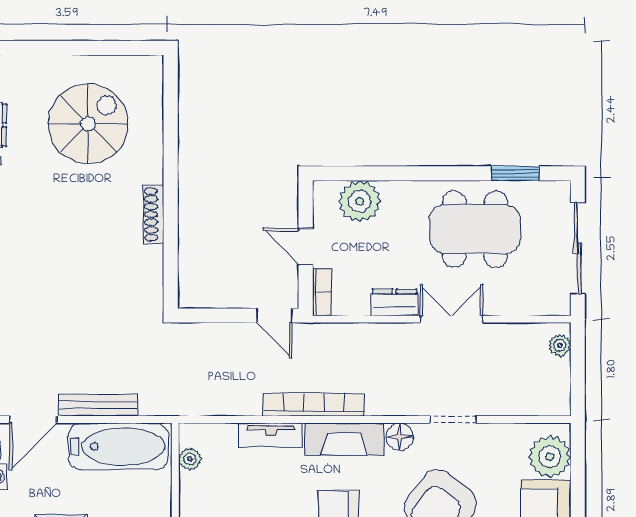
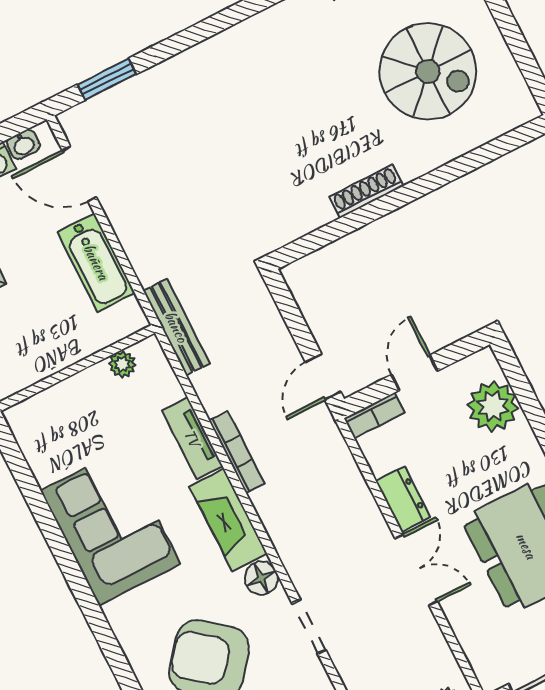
bench: (98, 405) -> (176, 327), moved
bookcase: (314, 405) -> (237, 452), width x0.68, depth x0.76
bathtub: (118, 447) -> (96, 262), width x0.73, depth x0.73

